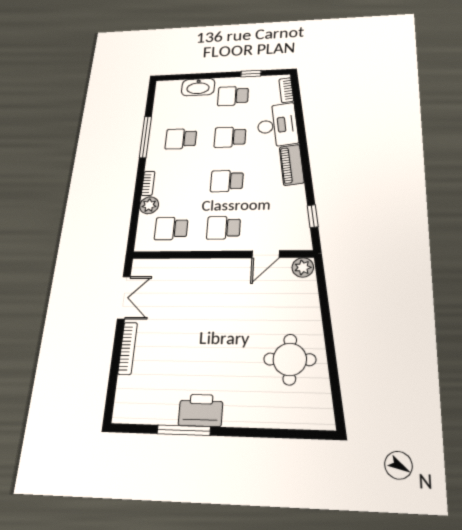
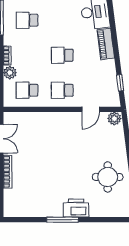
school desk: (230, 137) -> (62, 20), removed
printer: (201, 410) -> (76, 208), moved
window: (184, 430) -> (62, 220), moved

